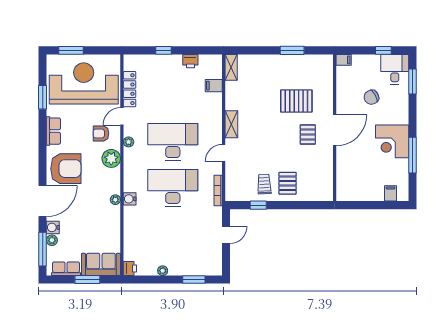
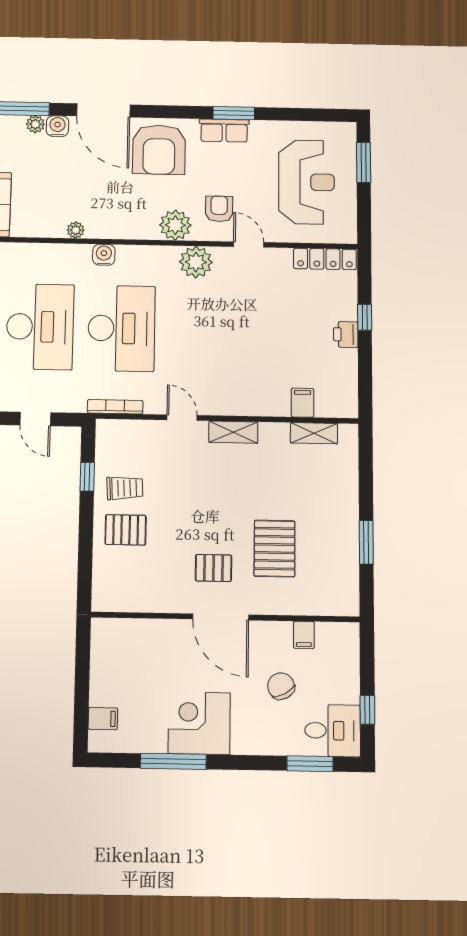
filing cabinet: (344, 60) -> (304, 635), moved
printer: (190, 61) -> (346, 334), moved
shelving: (231, 67) -> (314, 433), moved
reception desk: (84, 83) -> (307, 182), width x0.74, depth x0.77
locker: (130, 89) -> (325, 259), moved
window: (43, 97) -> (234, 113), moved
plant: (129, 142) -> (196, 262), width x1.88, depth x1.88
desk: (173, 142) -> (40, 327), moved
plant: (115, 200) -> (76, 230), moved

